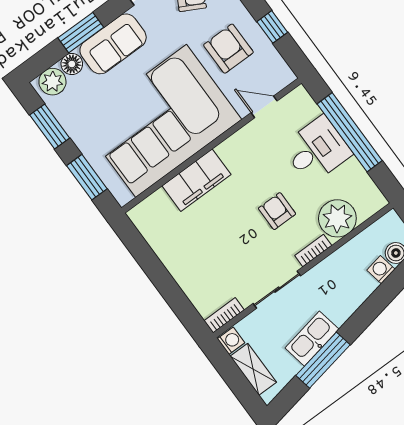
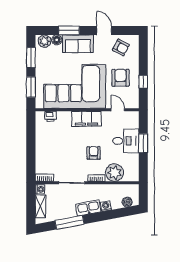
window: (350, 132) -> (143, 143), width x0.47
filing cabinet: (196, 180) -> (87, 119), moved
printer: (157, 203) -> (50, 116), added
washing machine: (381, 270) -> (106, 206), moved
kitchen sink: (312, 339) -> (88, 208), moved

